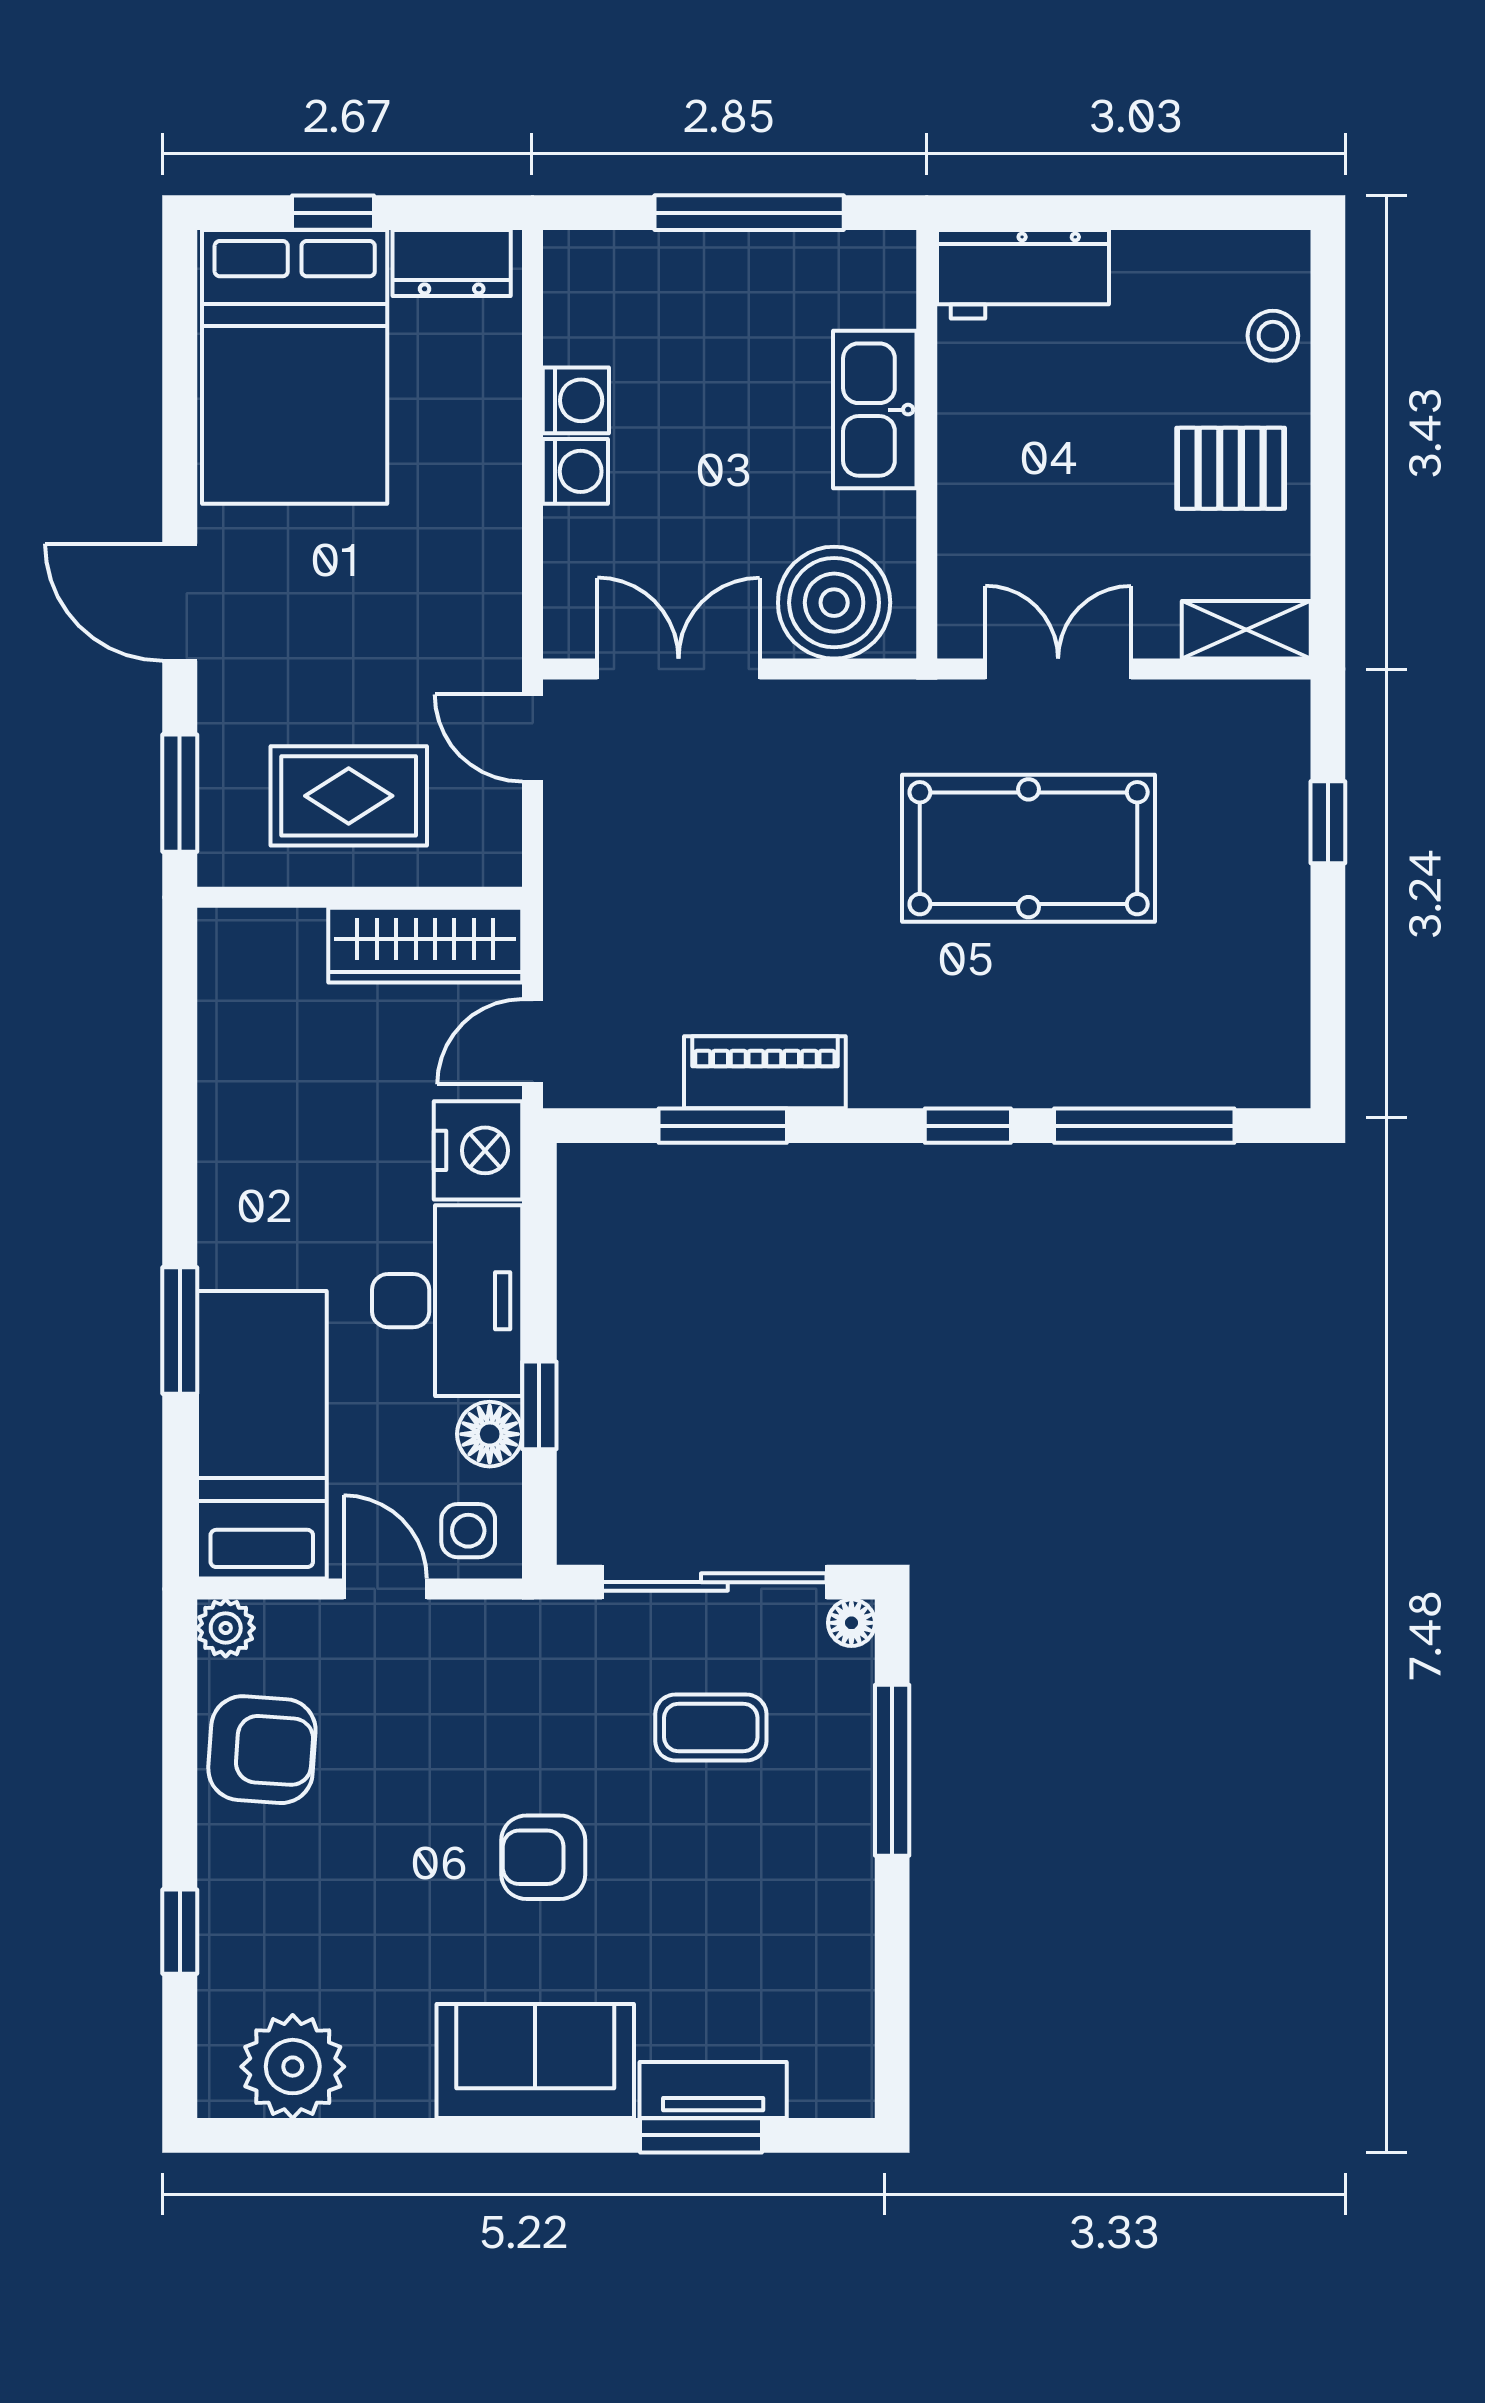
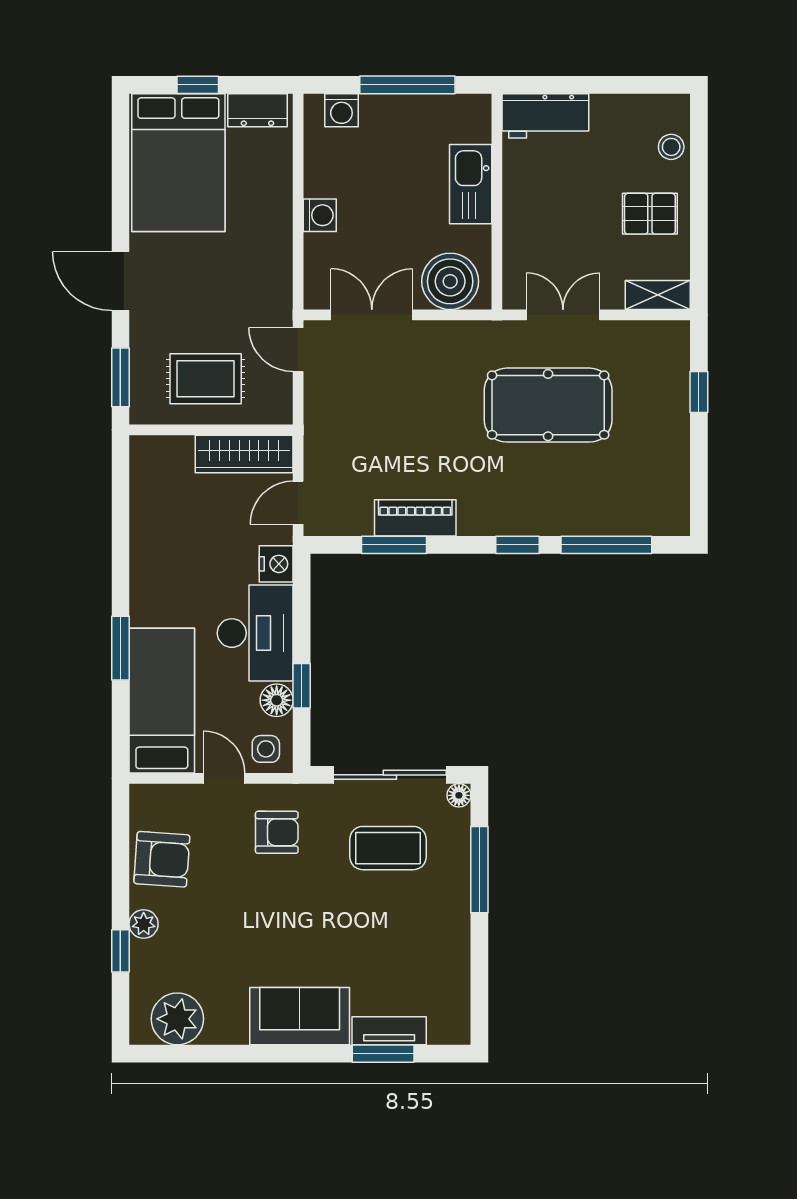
washing machine: (576, 400) -> (341, 110), moved, turned 90
nightstand: (478, 1150) -> (276, 564), width x0.74, depth x0.75
plant: (226, 1628) -> (144, 924), moved
coffee table: (711, 1727) -> (388, 848), width x1.36, depth x1.30
armchair: (543, 1857) -> (277, 832), moved, turned 180

